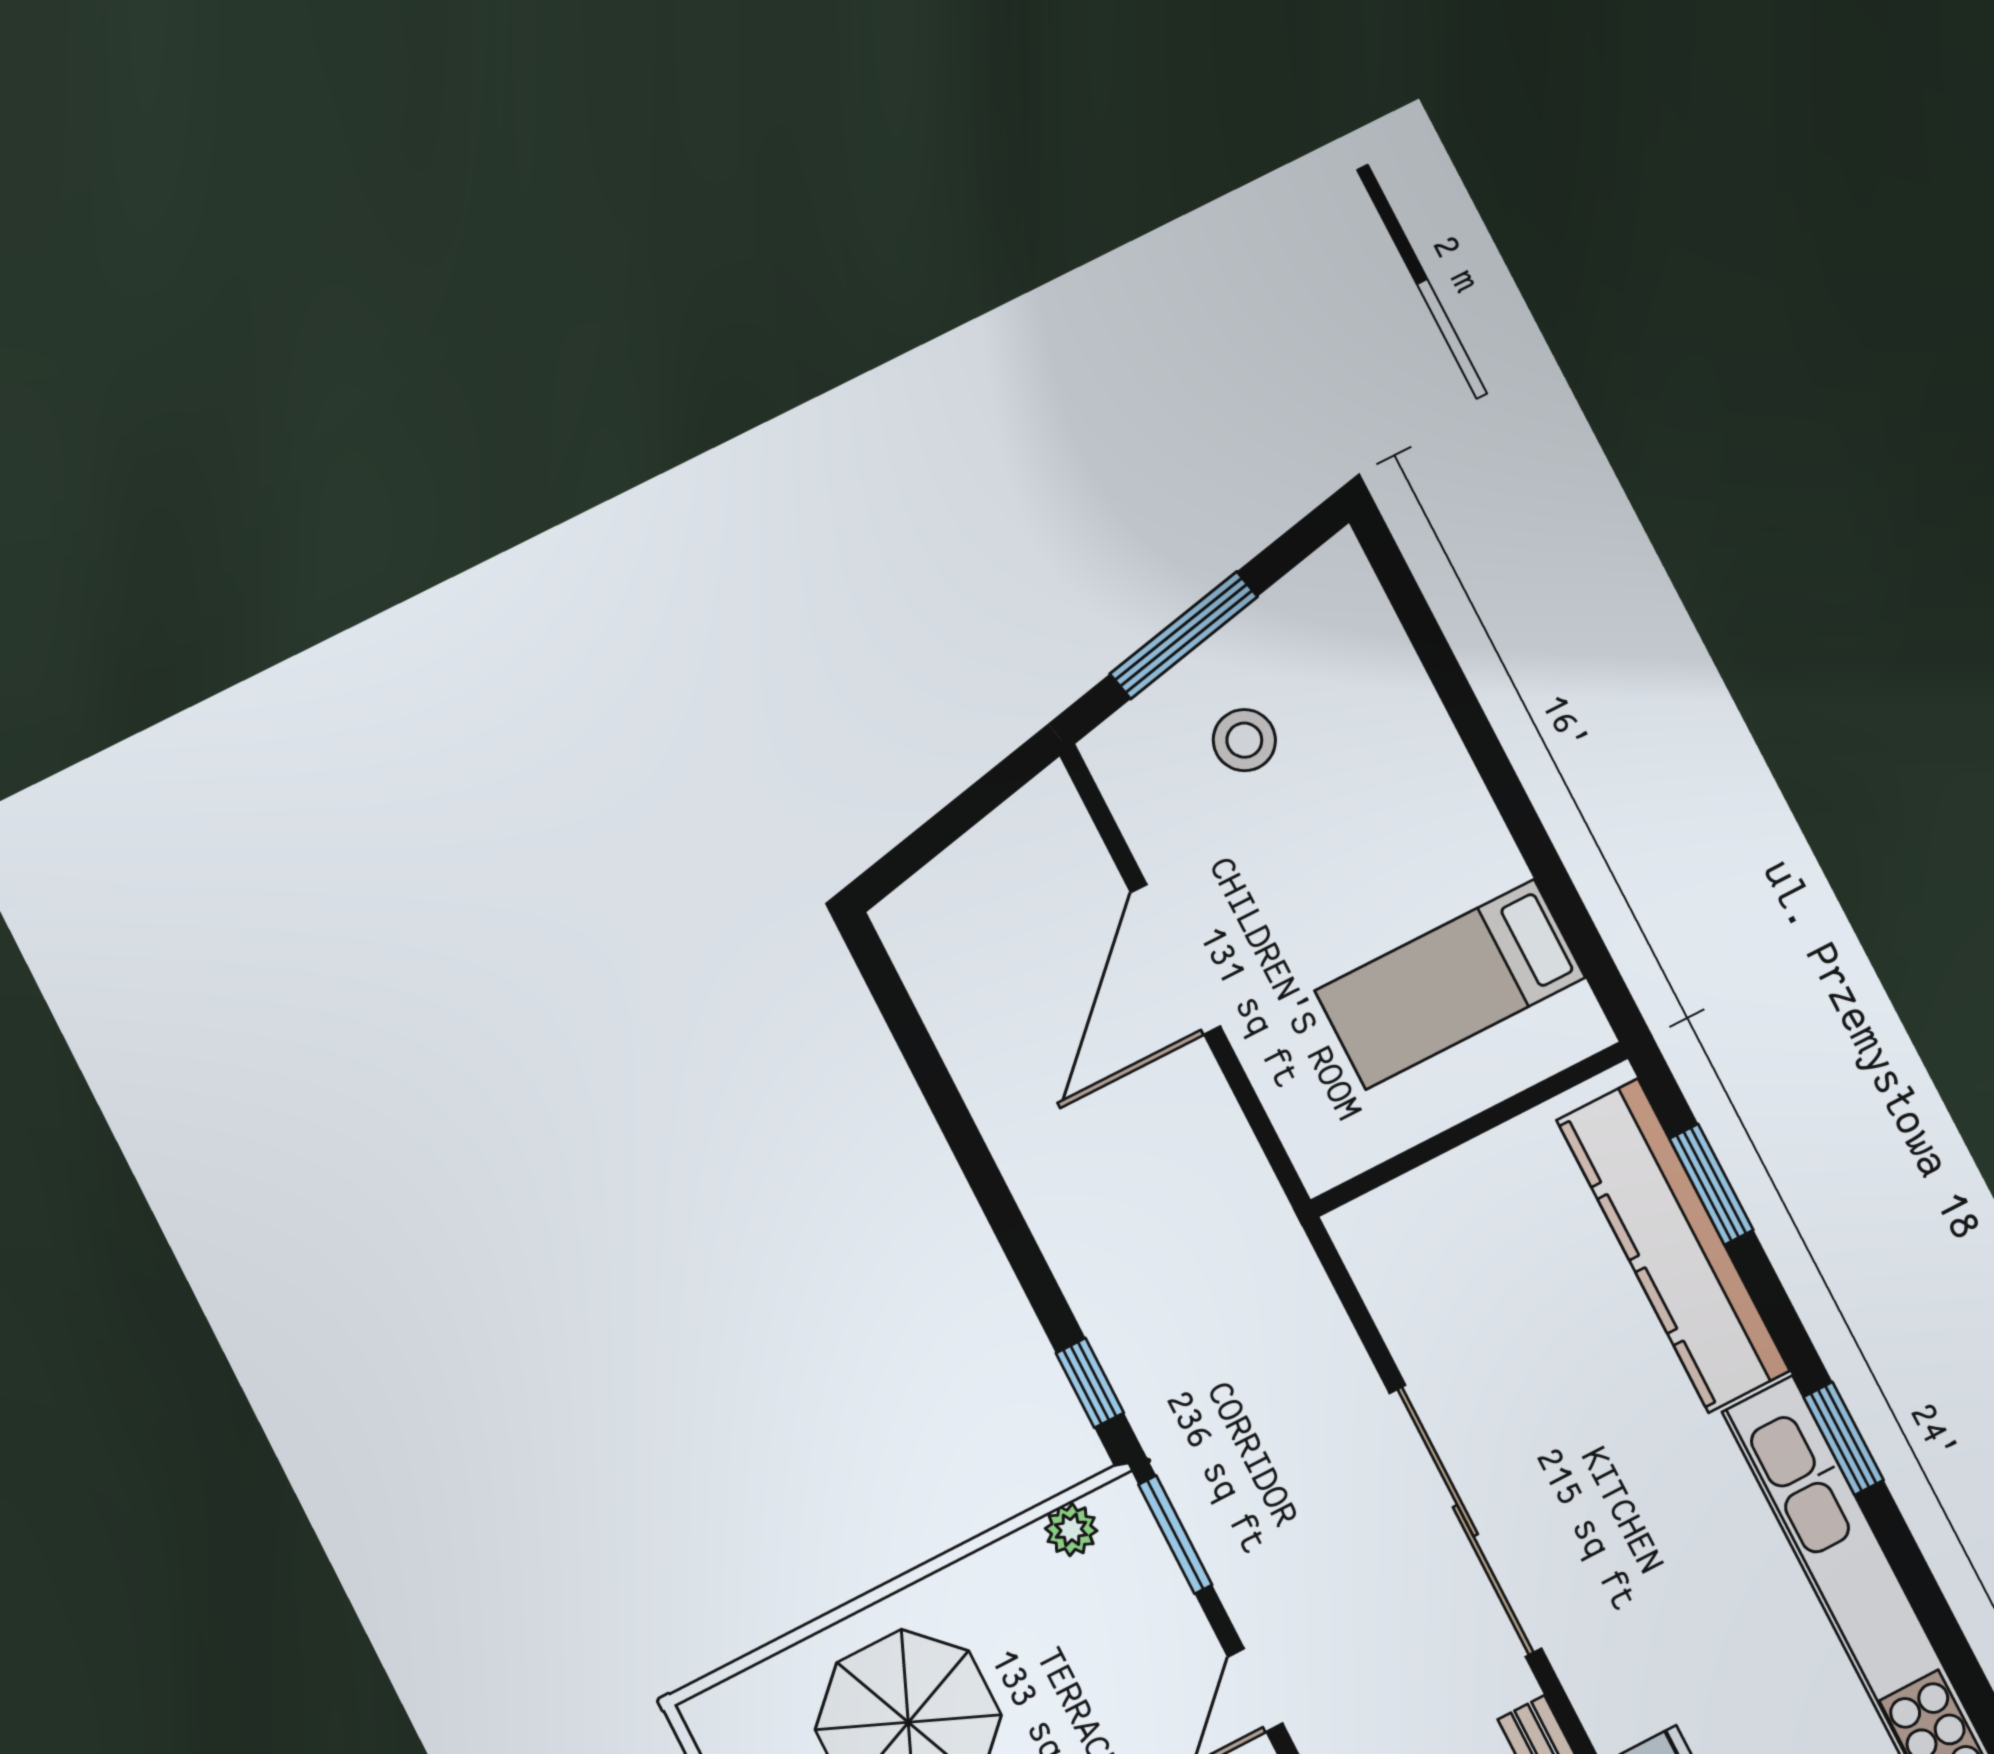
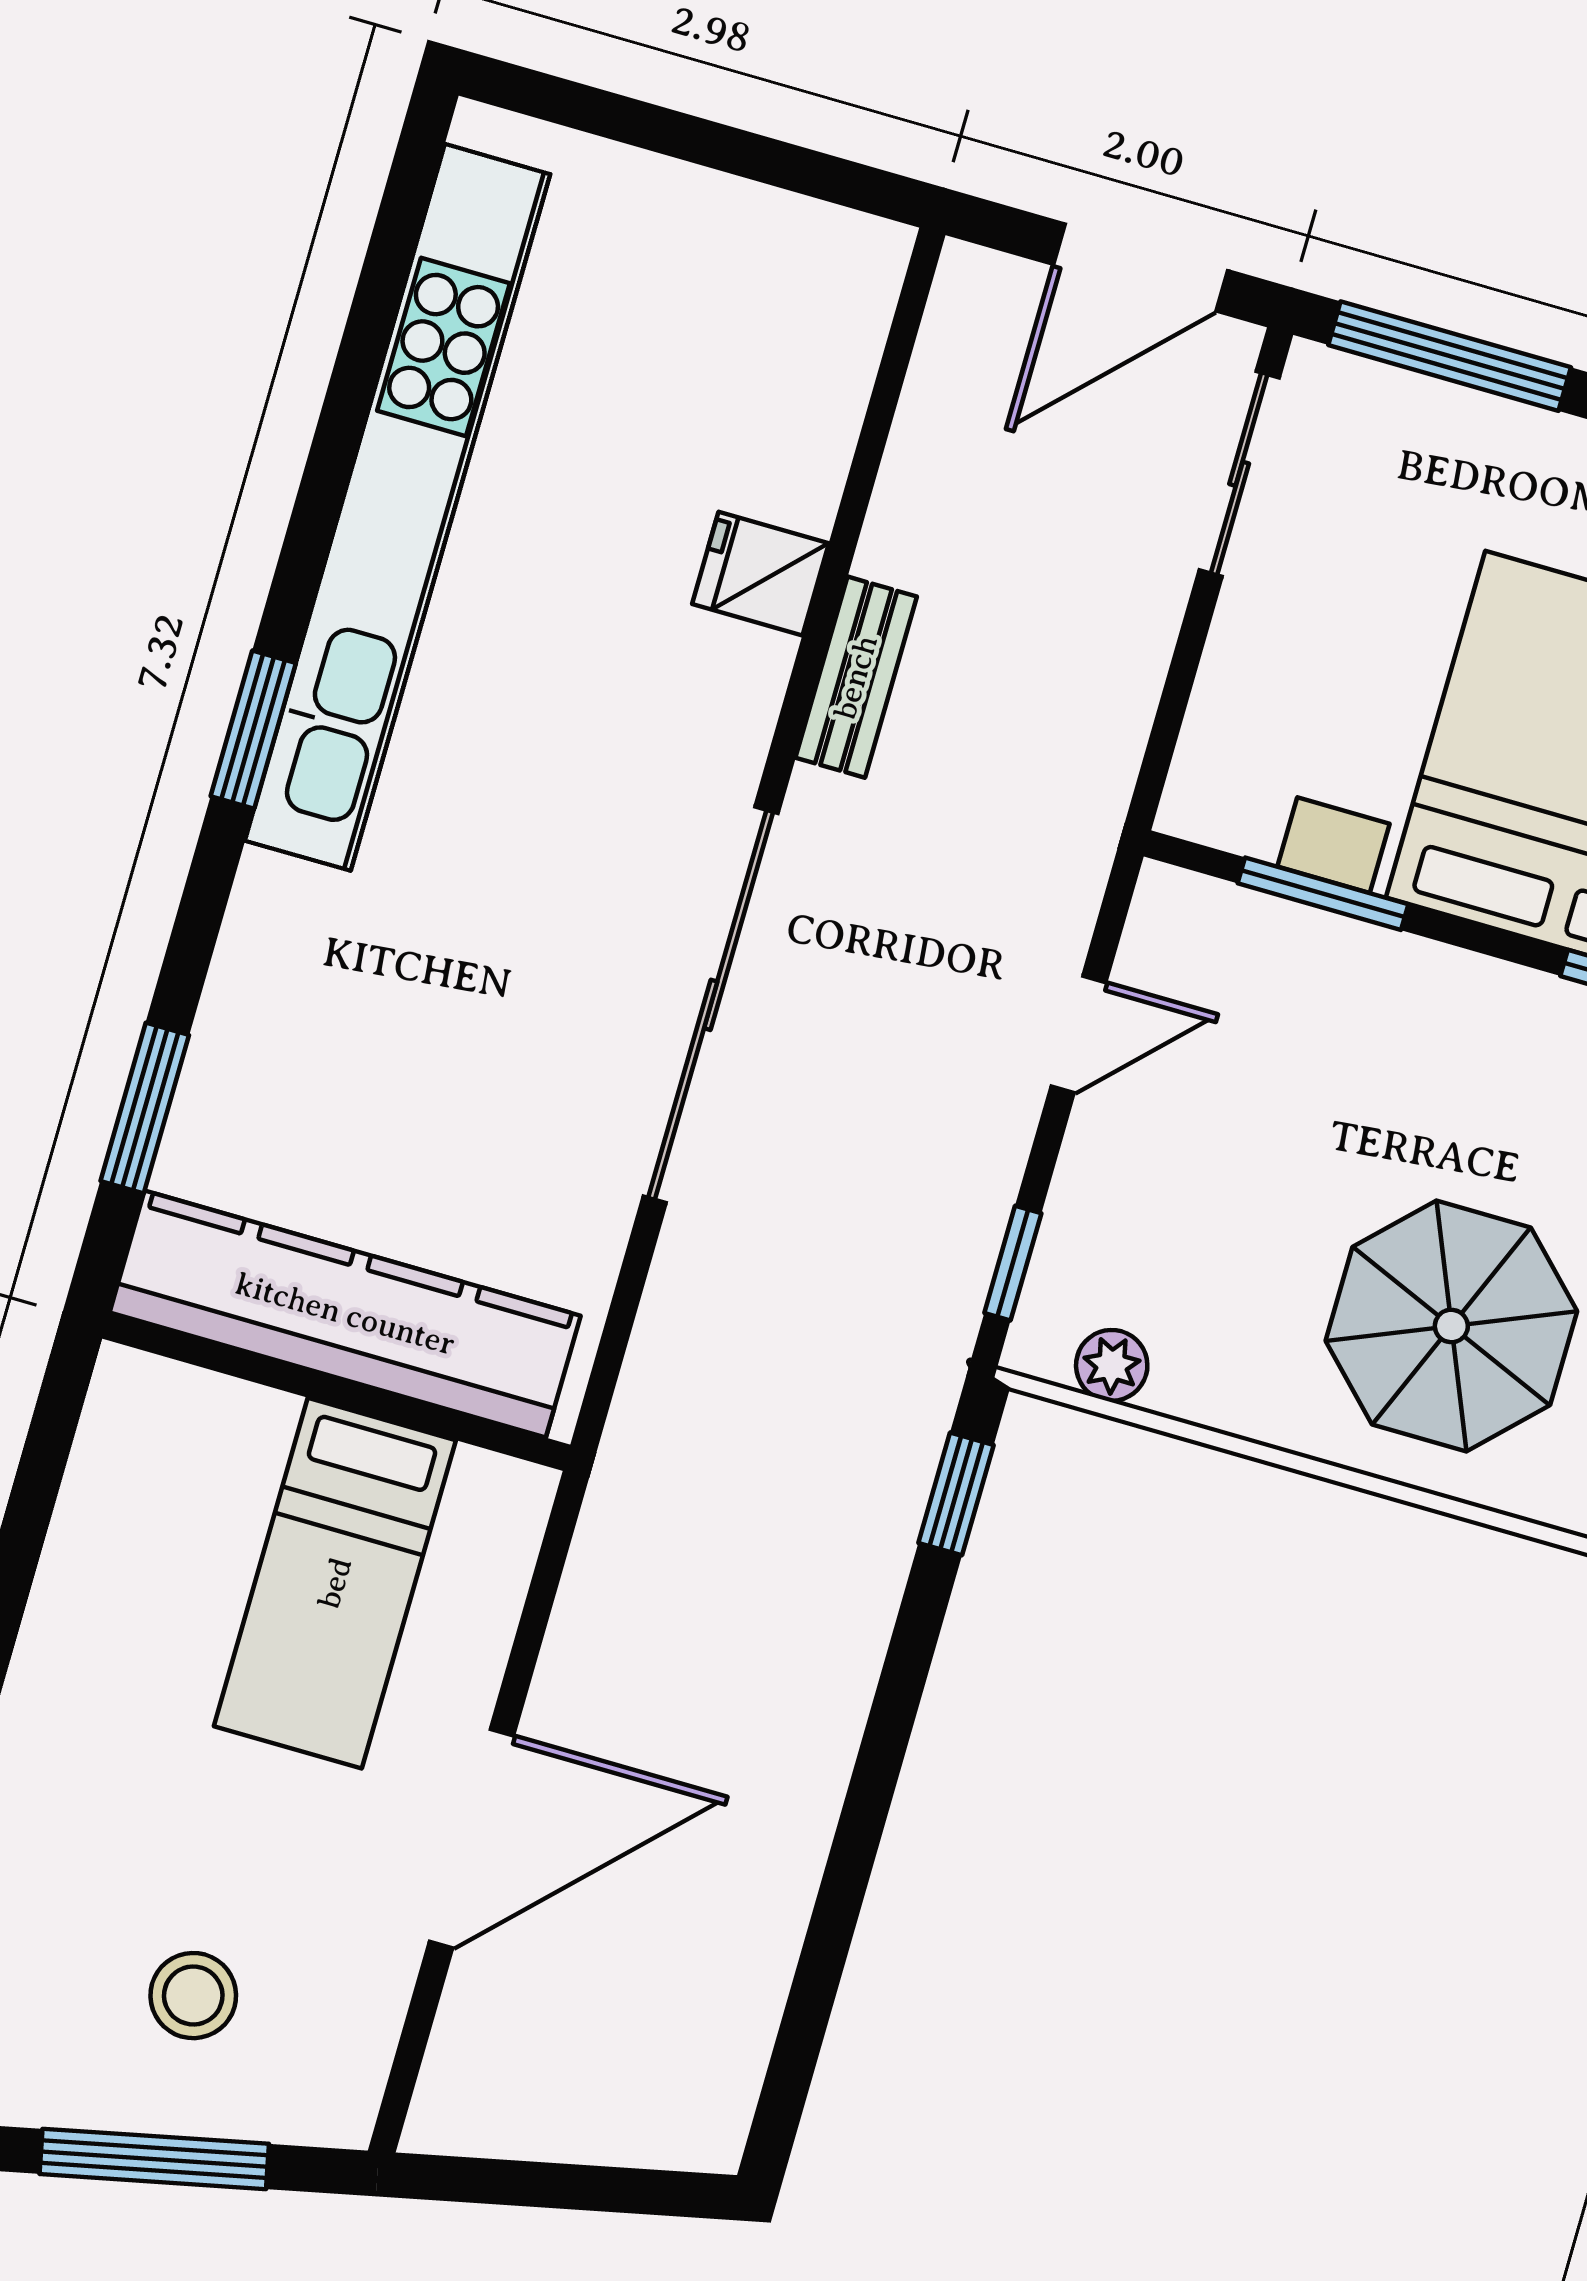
bed: (1450, 984) -> (335, 1583), moved, turned 90
kitchen counter: (1673, 1245) -> (345, 1314), moved, turned -90
window: (1175, 1535) -> (1013, 1263), width x0.67

